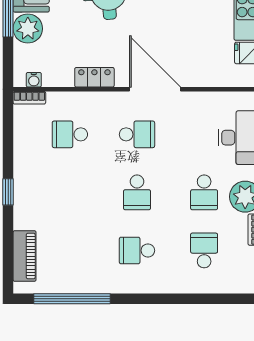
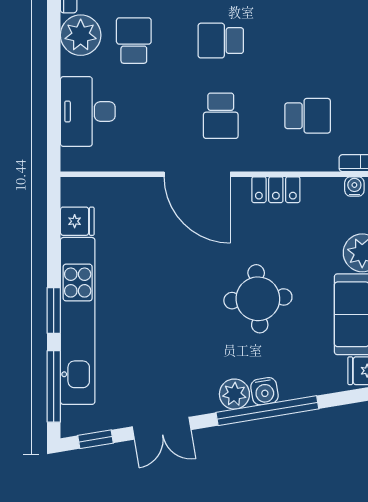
school desk: (137, 134) -> (221, 116), turned -90
school desk: (137, 192) -> (221, 41), turned -90

